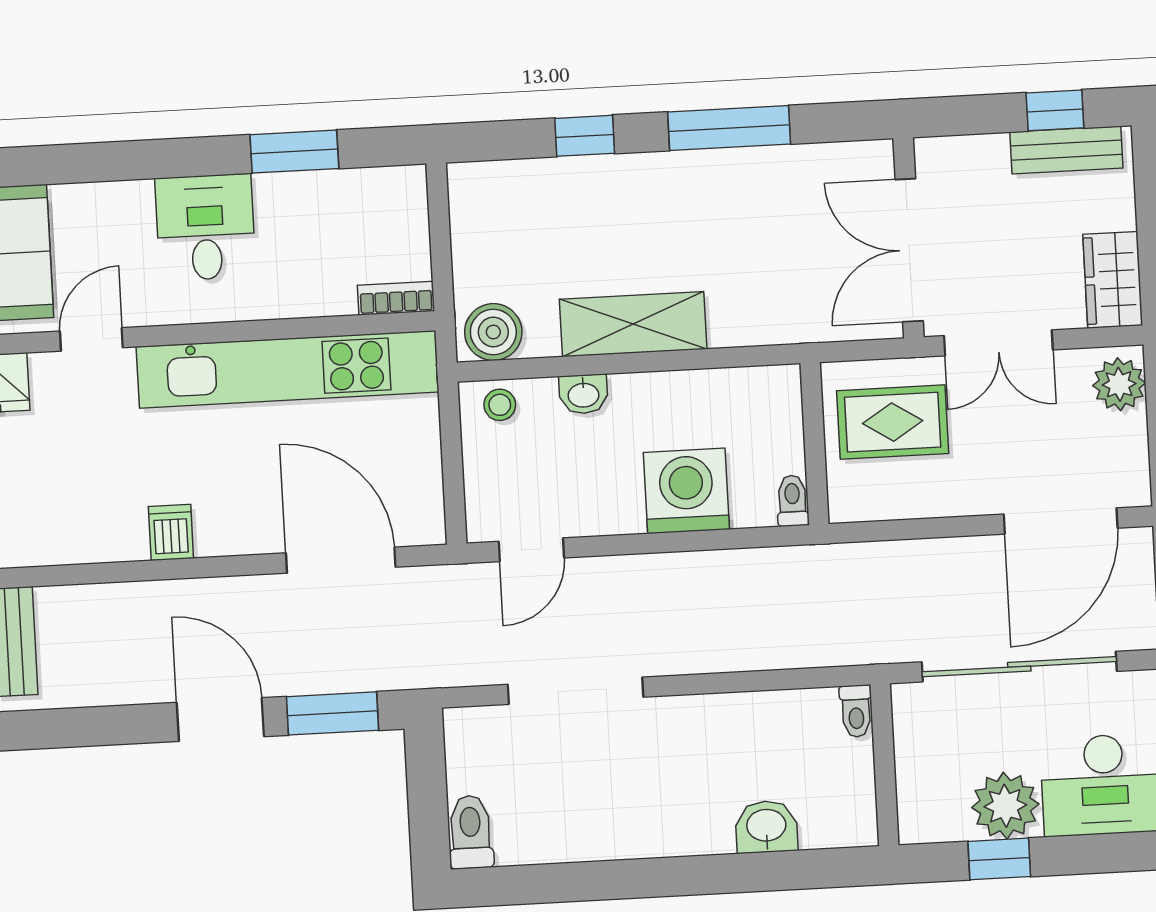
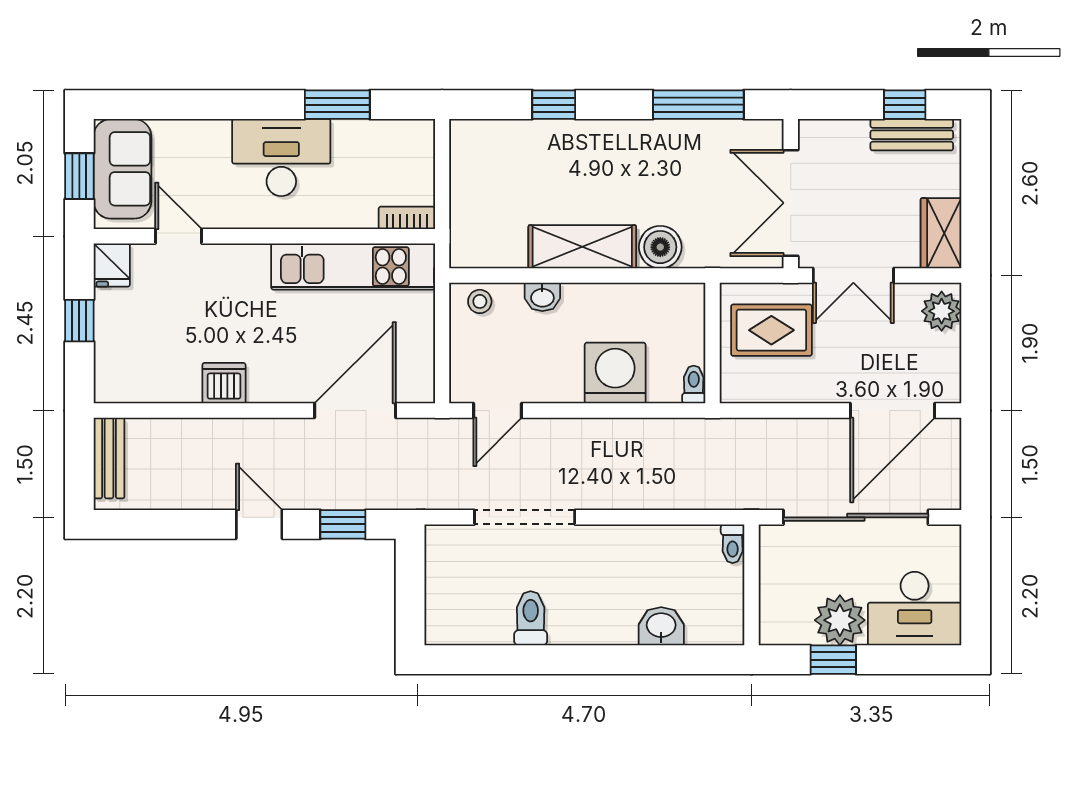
window: (729, 128) -> (698, 105), moved
desk: (205, 227) -> (281, 158), width x1.37
boiler: (493, 332) -> (660, 247), moved
door: (91, 339) -> (179, 236), hinge flipped
kitchen unit: (288, 369) -> (353, 267), width x0.73
dishwasher: (171, 532) -> (224, 383), width x1.38
door: (341, 560) -> (355, 411), hinge flipped
window: (332, 713) -> (343, 524), width x0.67
door: (220, 719) -> (259, 524), width x0.73
toilet: (471, 832) -> (531, 618), moved

